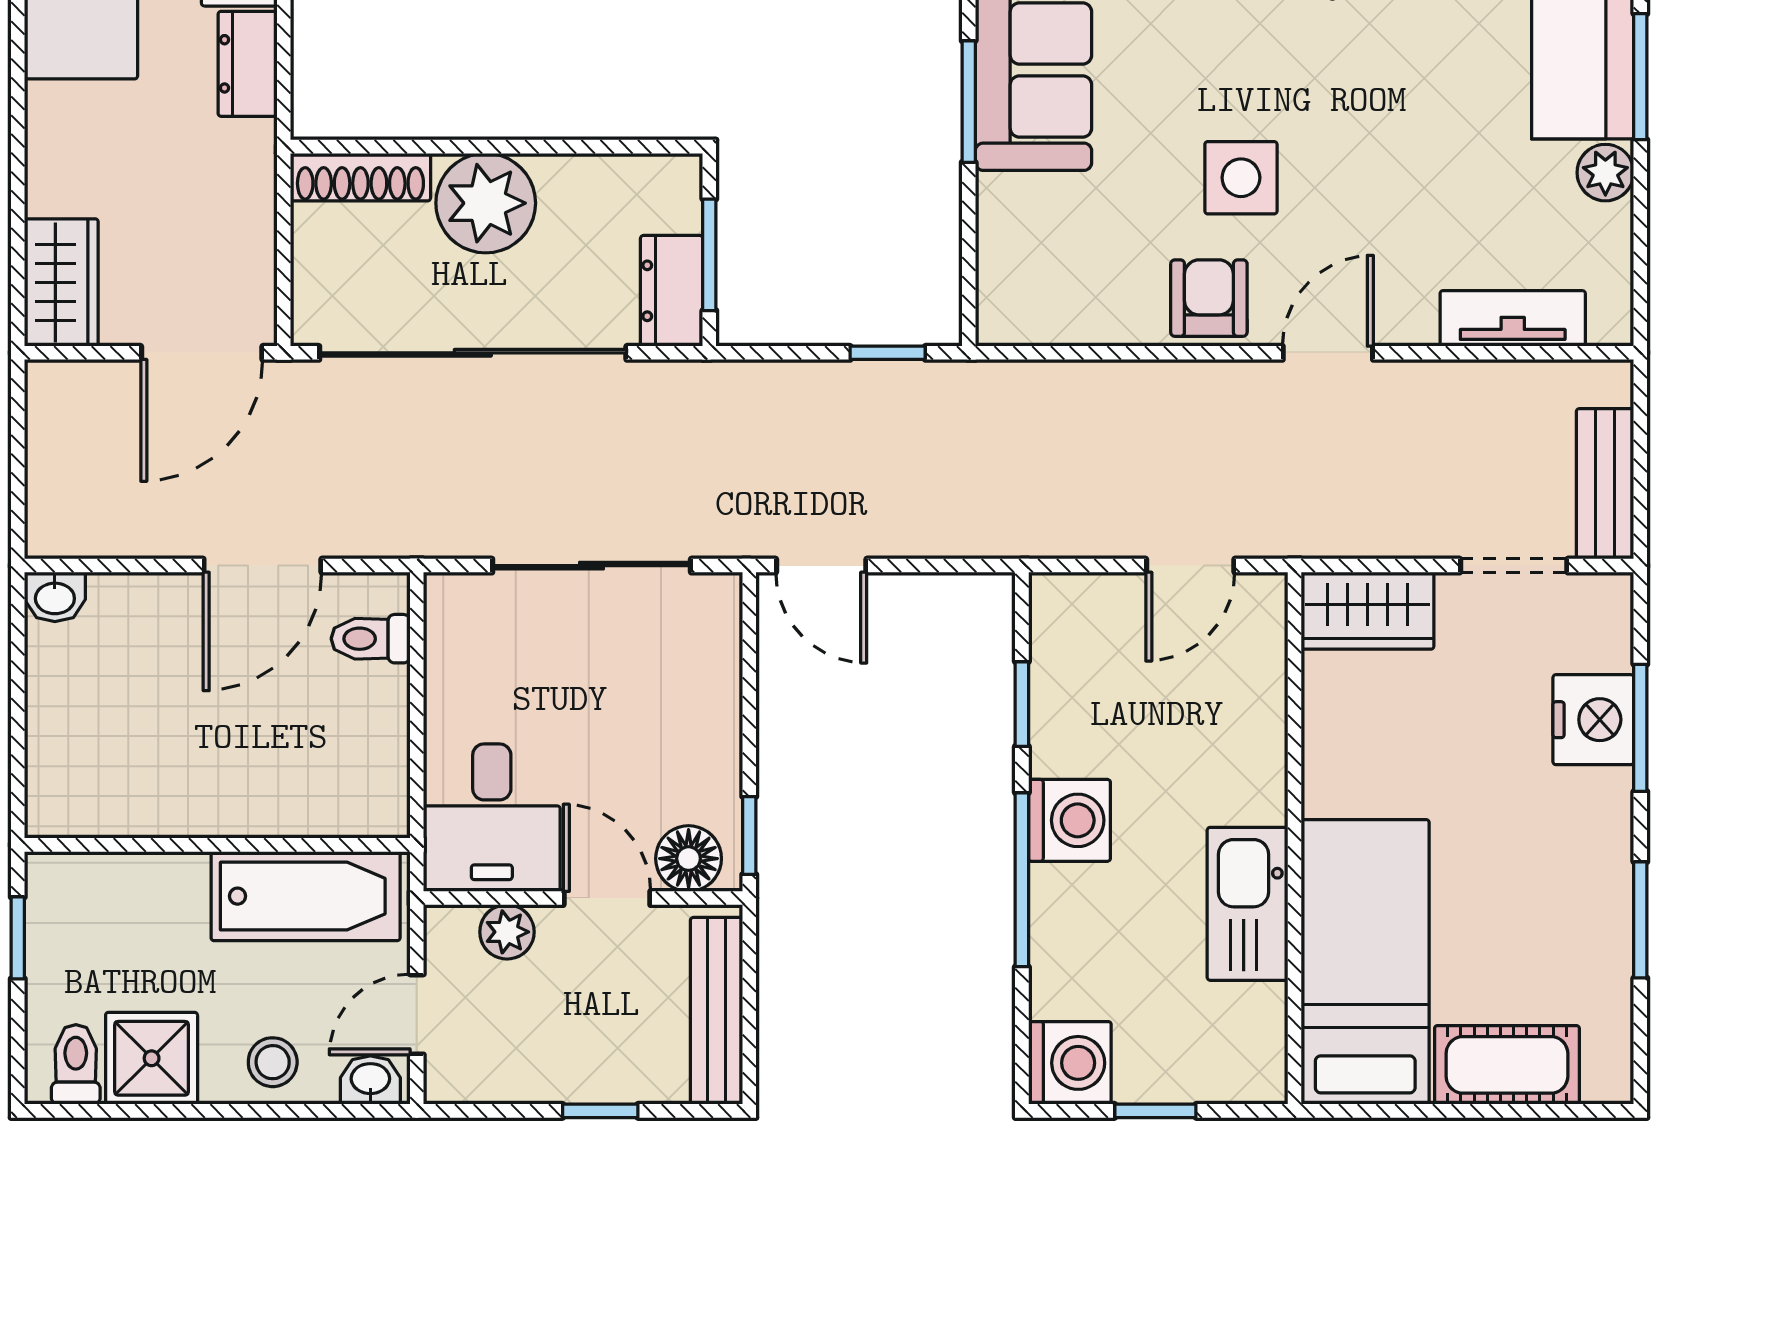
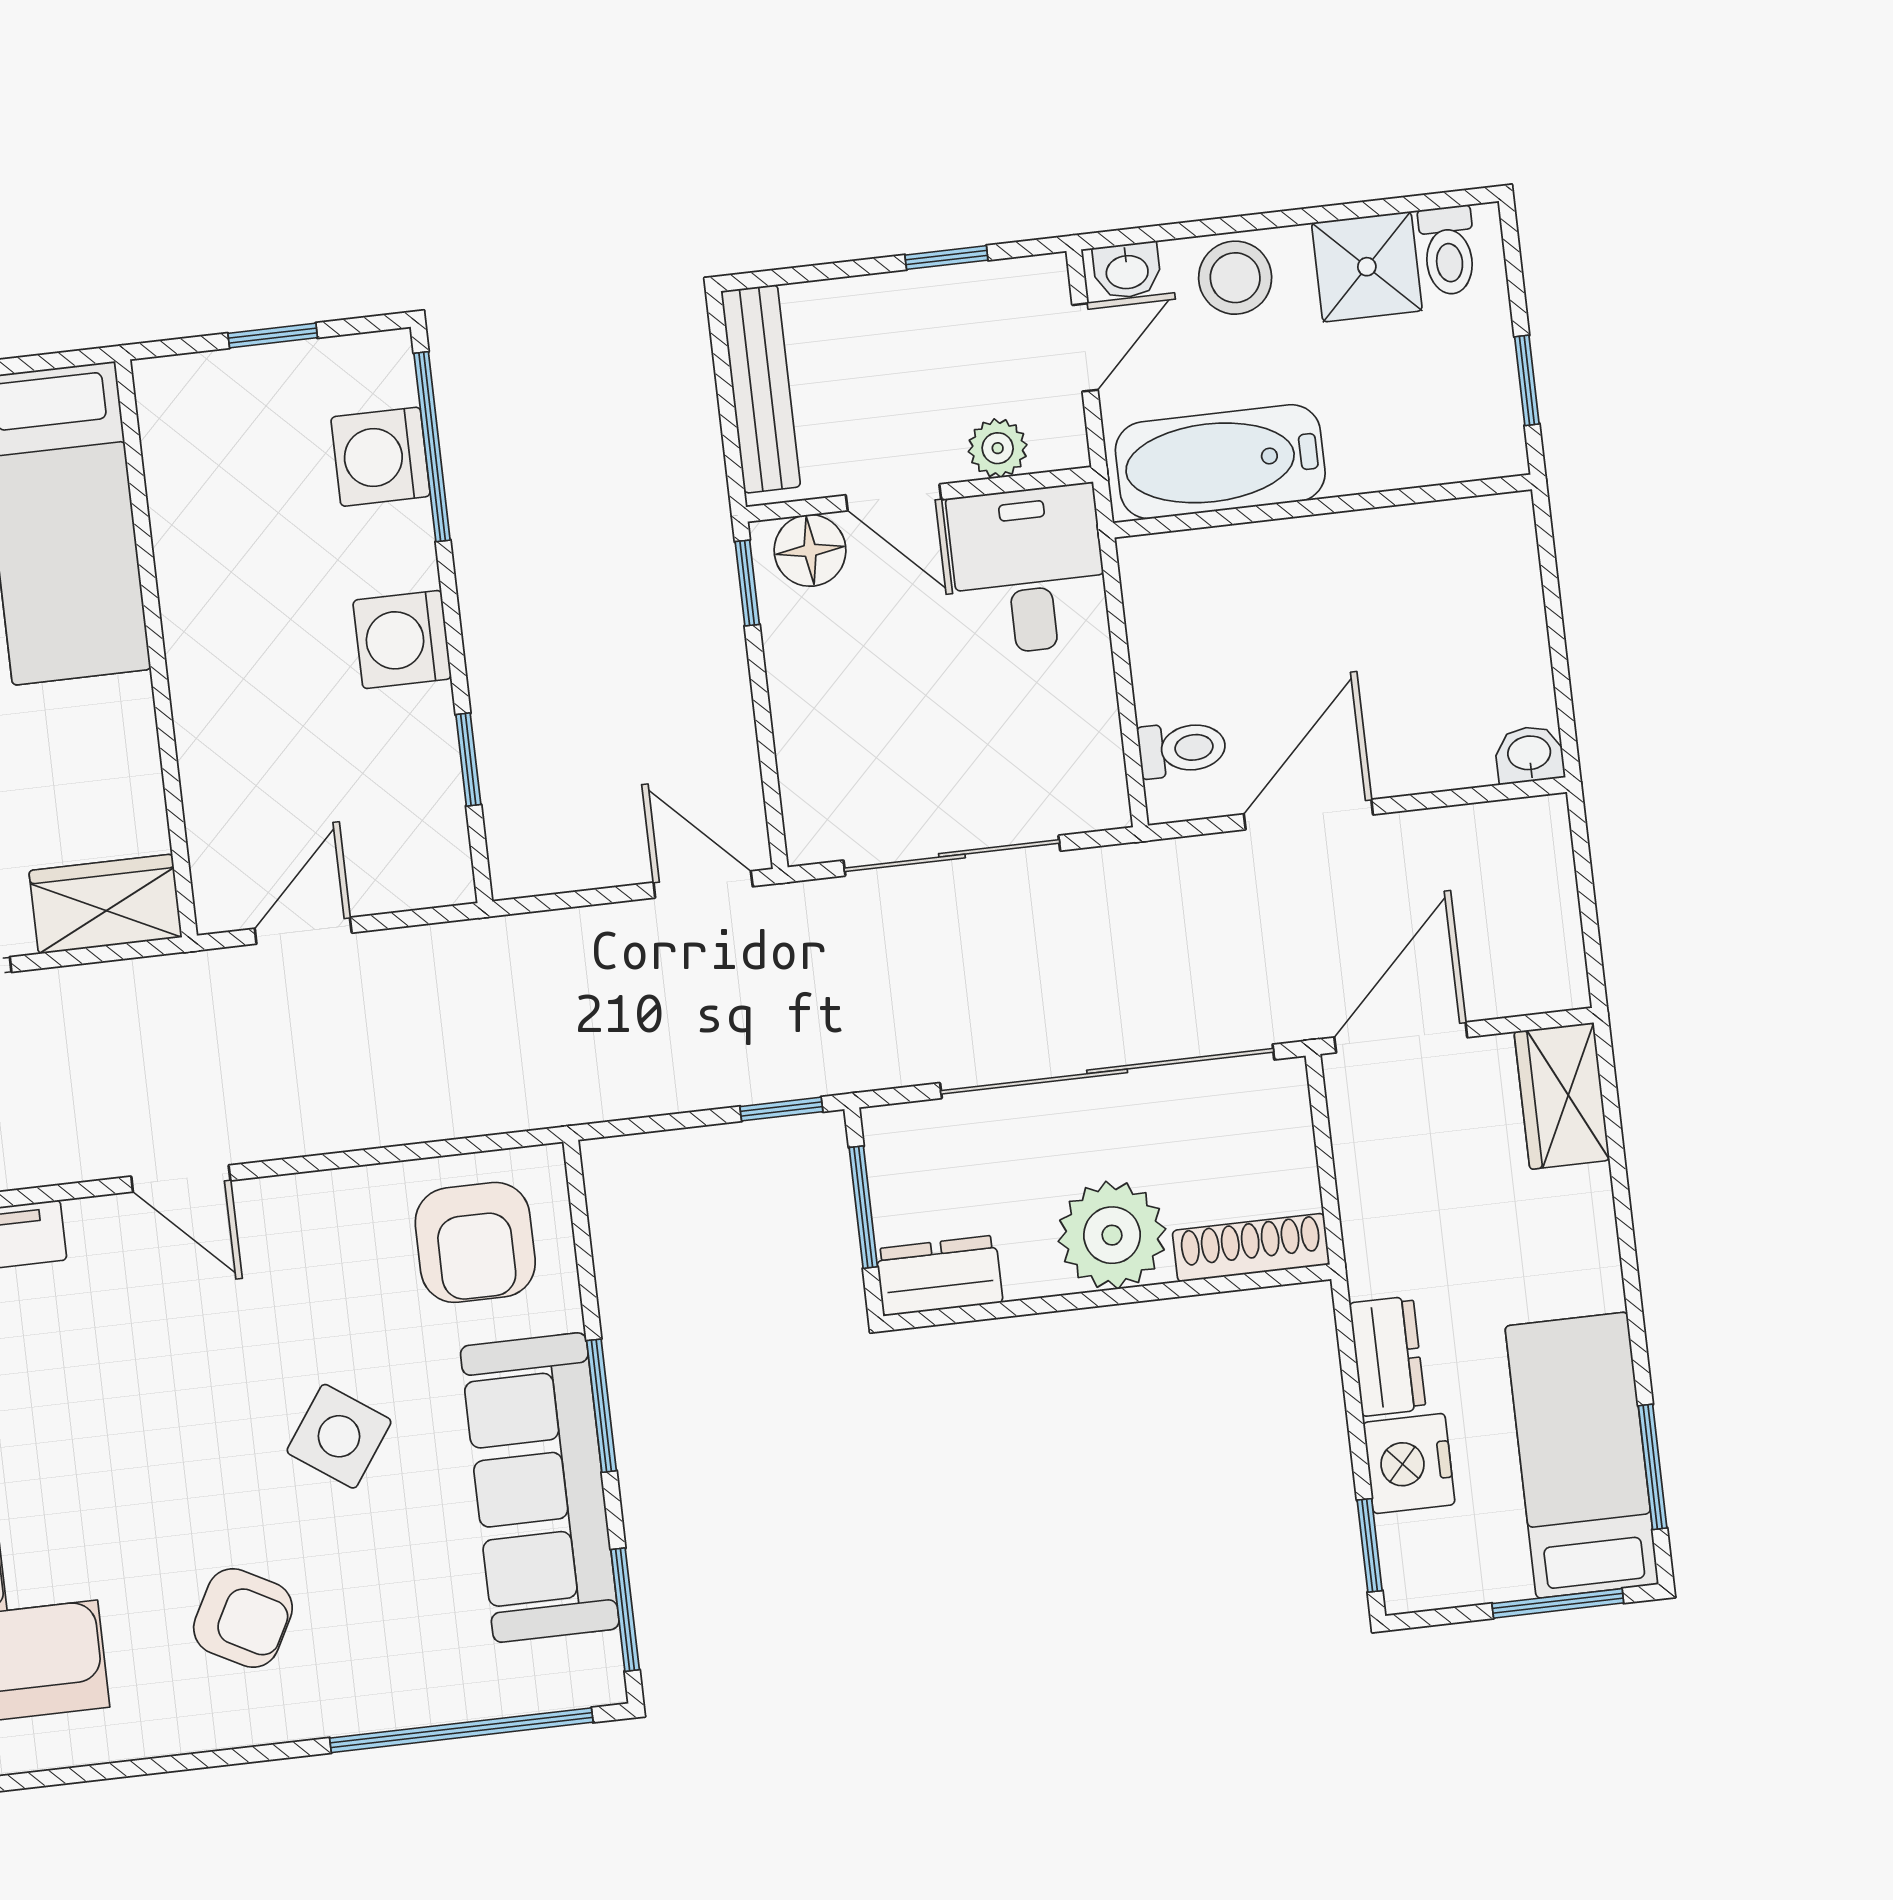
side table: (1241, 178) -> (339, 1436), moved, turned 35
dresser: (672, 291) -> (939, 1276), moved, turned -90
armchair: (1209, 298) -> (475, 1242), moved, width x1.38, depth x1.38
window: (888, 353) -> (781, 1109), moved
door: (1328, 353) -> (181, 1179), hinge flipped
window: (1022, 880) -> (432, 447), moved
kitchen sink: (1248, 904) -> (199, 571), removed
stool: (273, 1062) -> (1235, 278), width x1.37, depth x1.37
washing machine: (1070, 1063) -> (381, 457), moved
window: (600, 1111) -> (946, 258), moved

